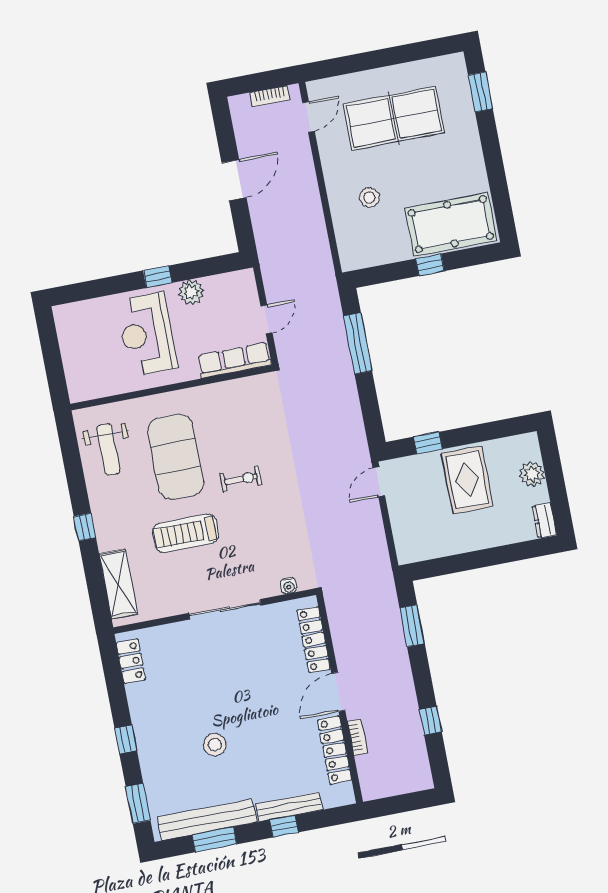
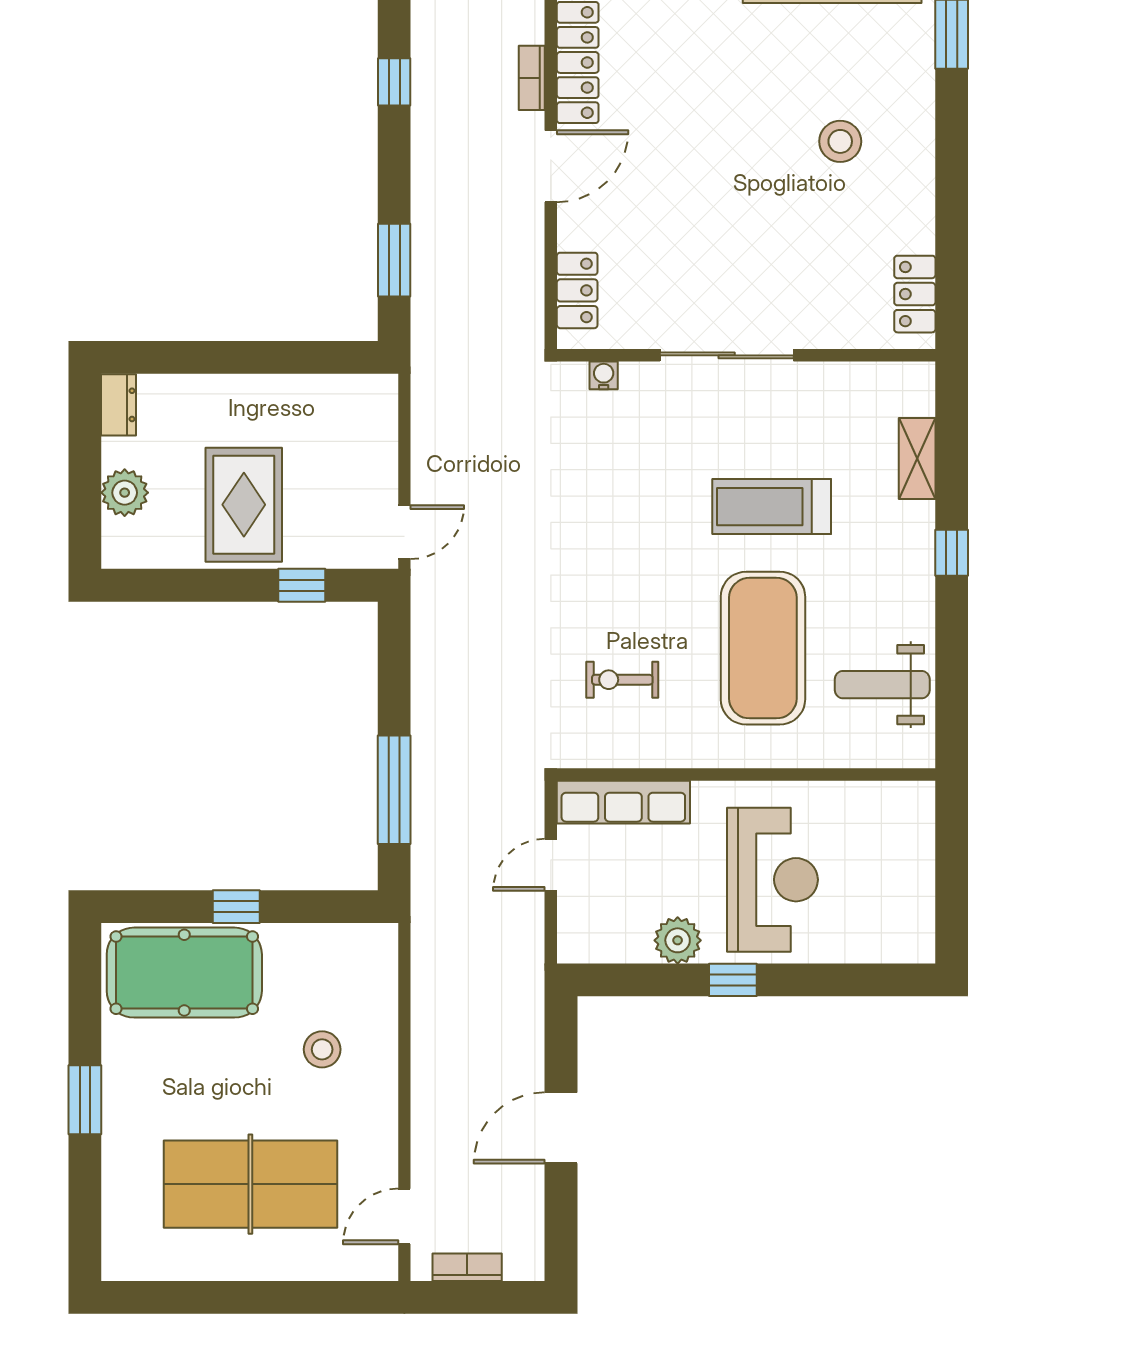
window: (480, 92) -> (85, 1100), moved
weight bench: (108, 450) -> (882, 685), turned -90
exercise bike: (241, 479) -> (622, 680), moved
treadmill: (186, 533) -> (772, 507), turned 180
shelving: (118, 584) -> (917, 458), width x0.67, depth x0.75
locker: (314, 640) -> (577, 290), width x0.66
window: (126, 739) -> (952, 154), removed
stool: (215, 745) -> (840, 141), moved

